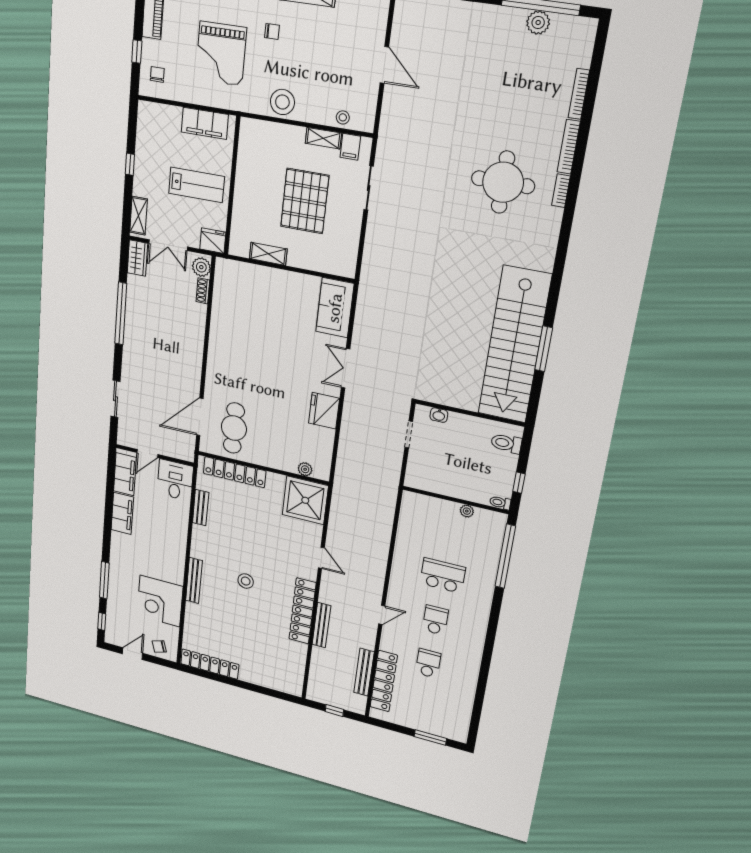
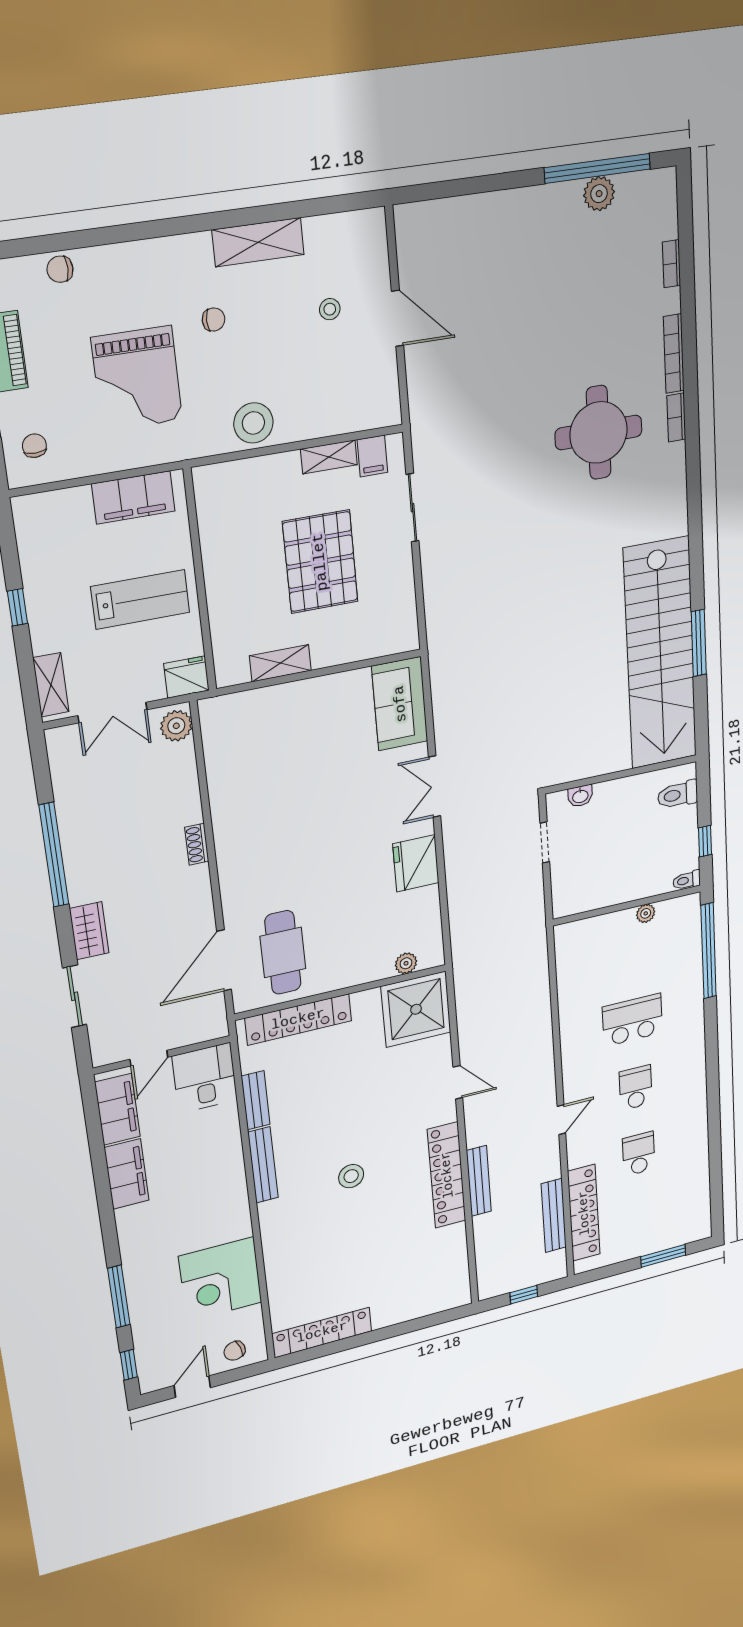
bookcase: (579, 94) -> (672, 264), width x0.64
stool: (343, 117) -> (330, 309), moved
wardrobe: (137, 258) -> (89, 931), moved
shoe rack: (203, 291) -> (197, 844), moved
bench: (194, 581) -> (263, 1165), moved

